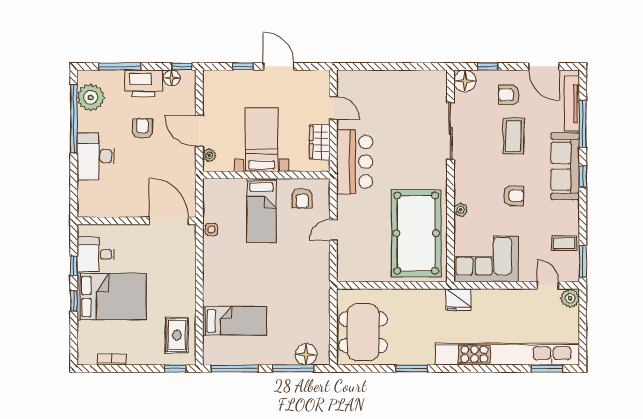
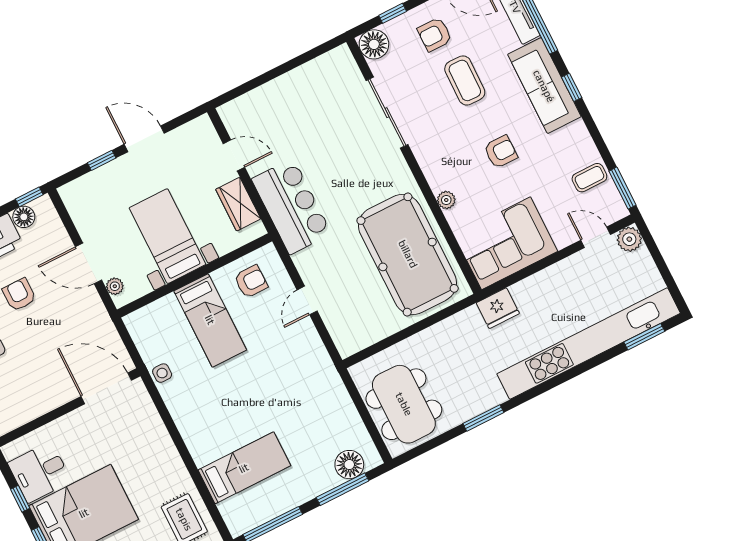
armchair: (302, 198) -> (251, 281), turned -90

